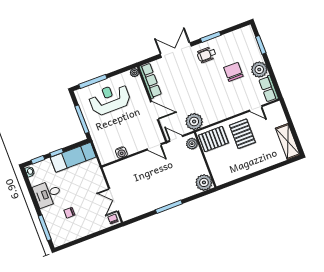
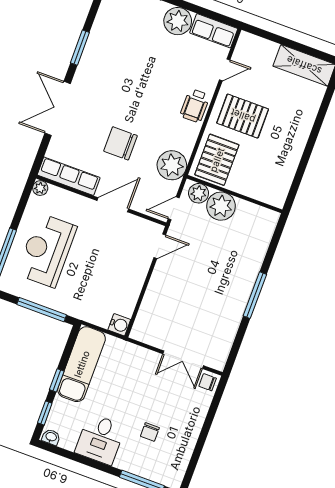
wheelchair: (207, 55) -> (195, 106), moved
chair: (233, 72) -> (121, 143), moved
water cooler: (121, 153) -> (119, 325), moved
plant: (204, 182) -> (221, 206), moved

